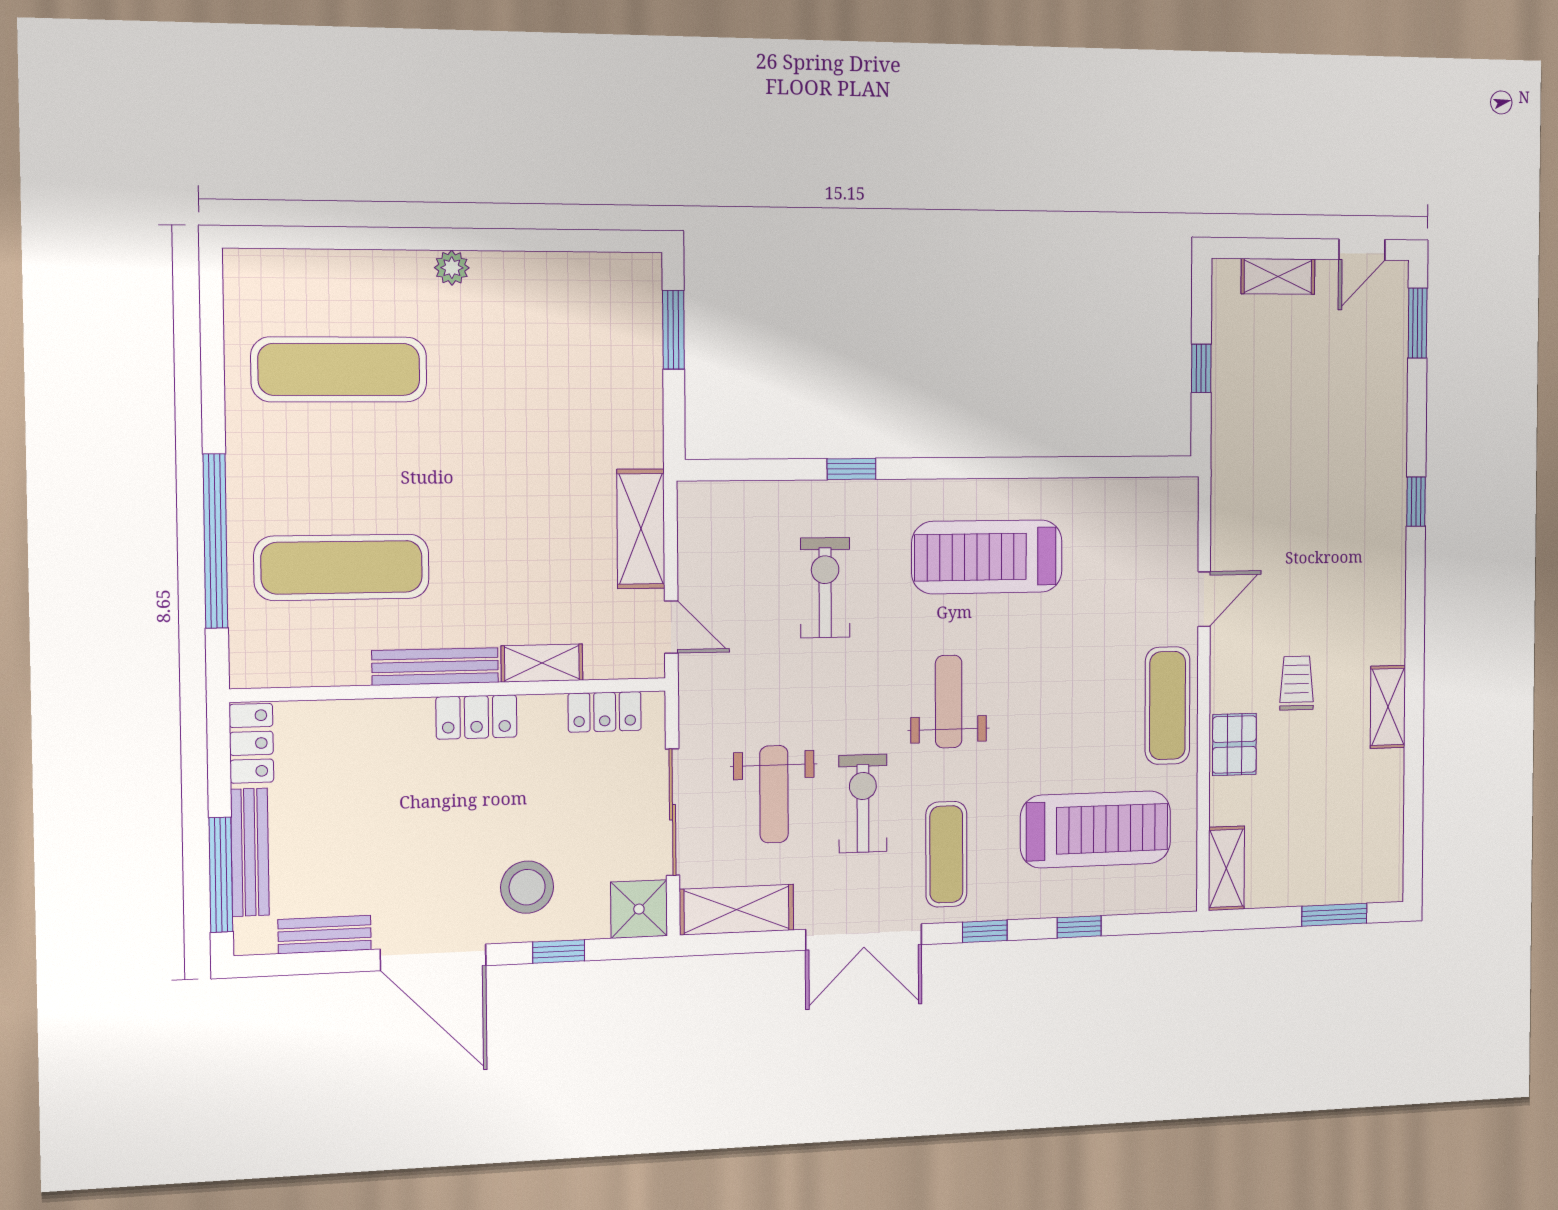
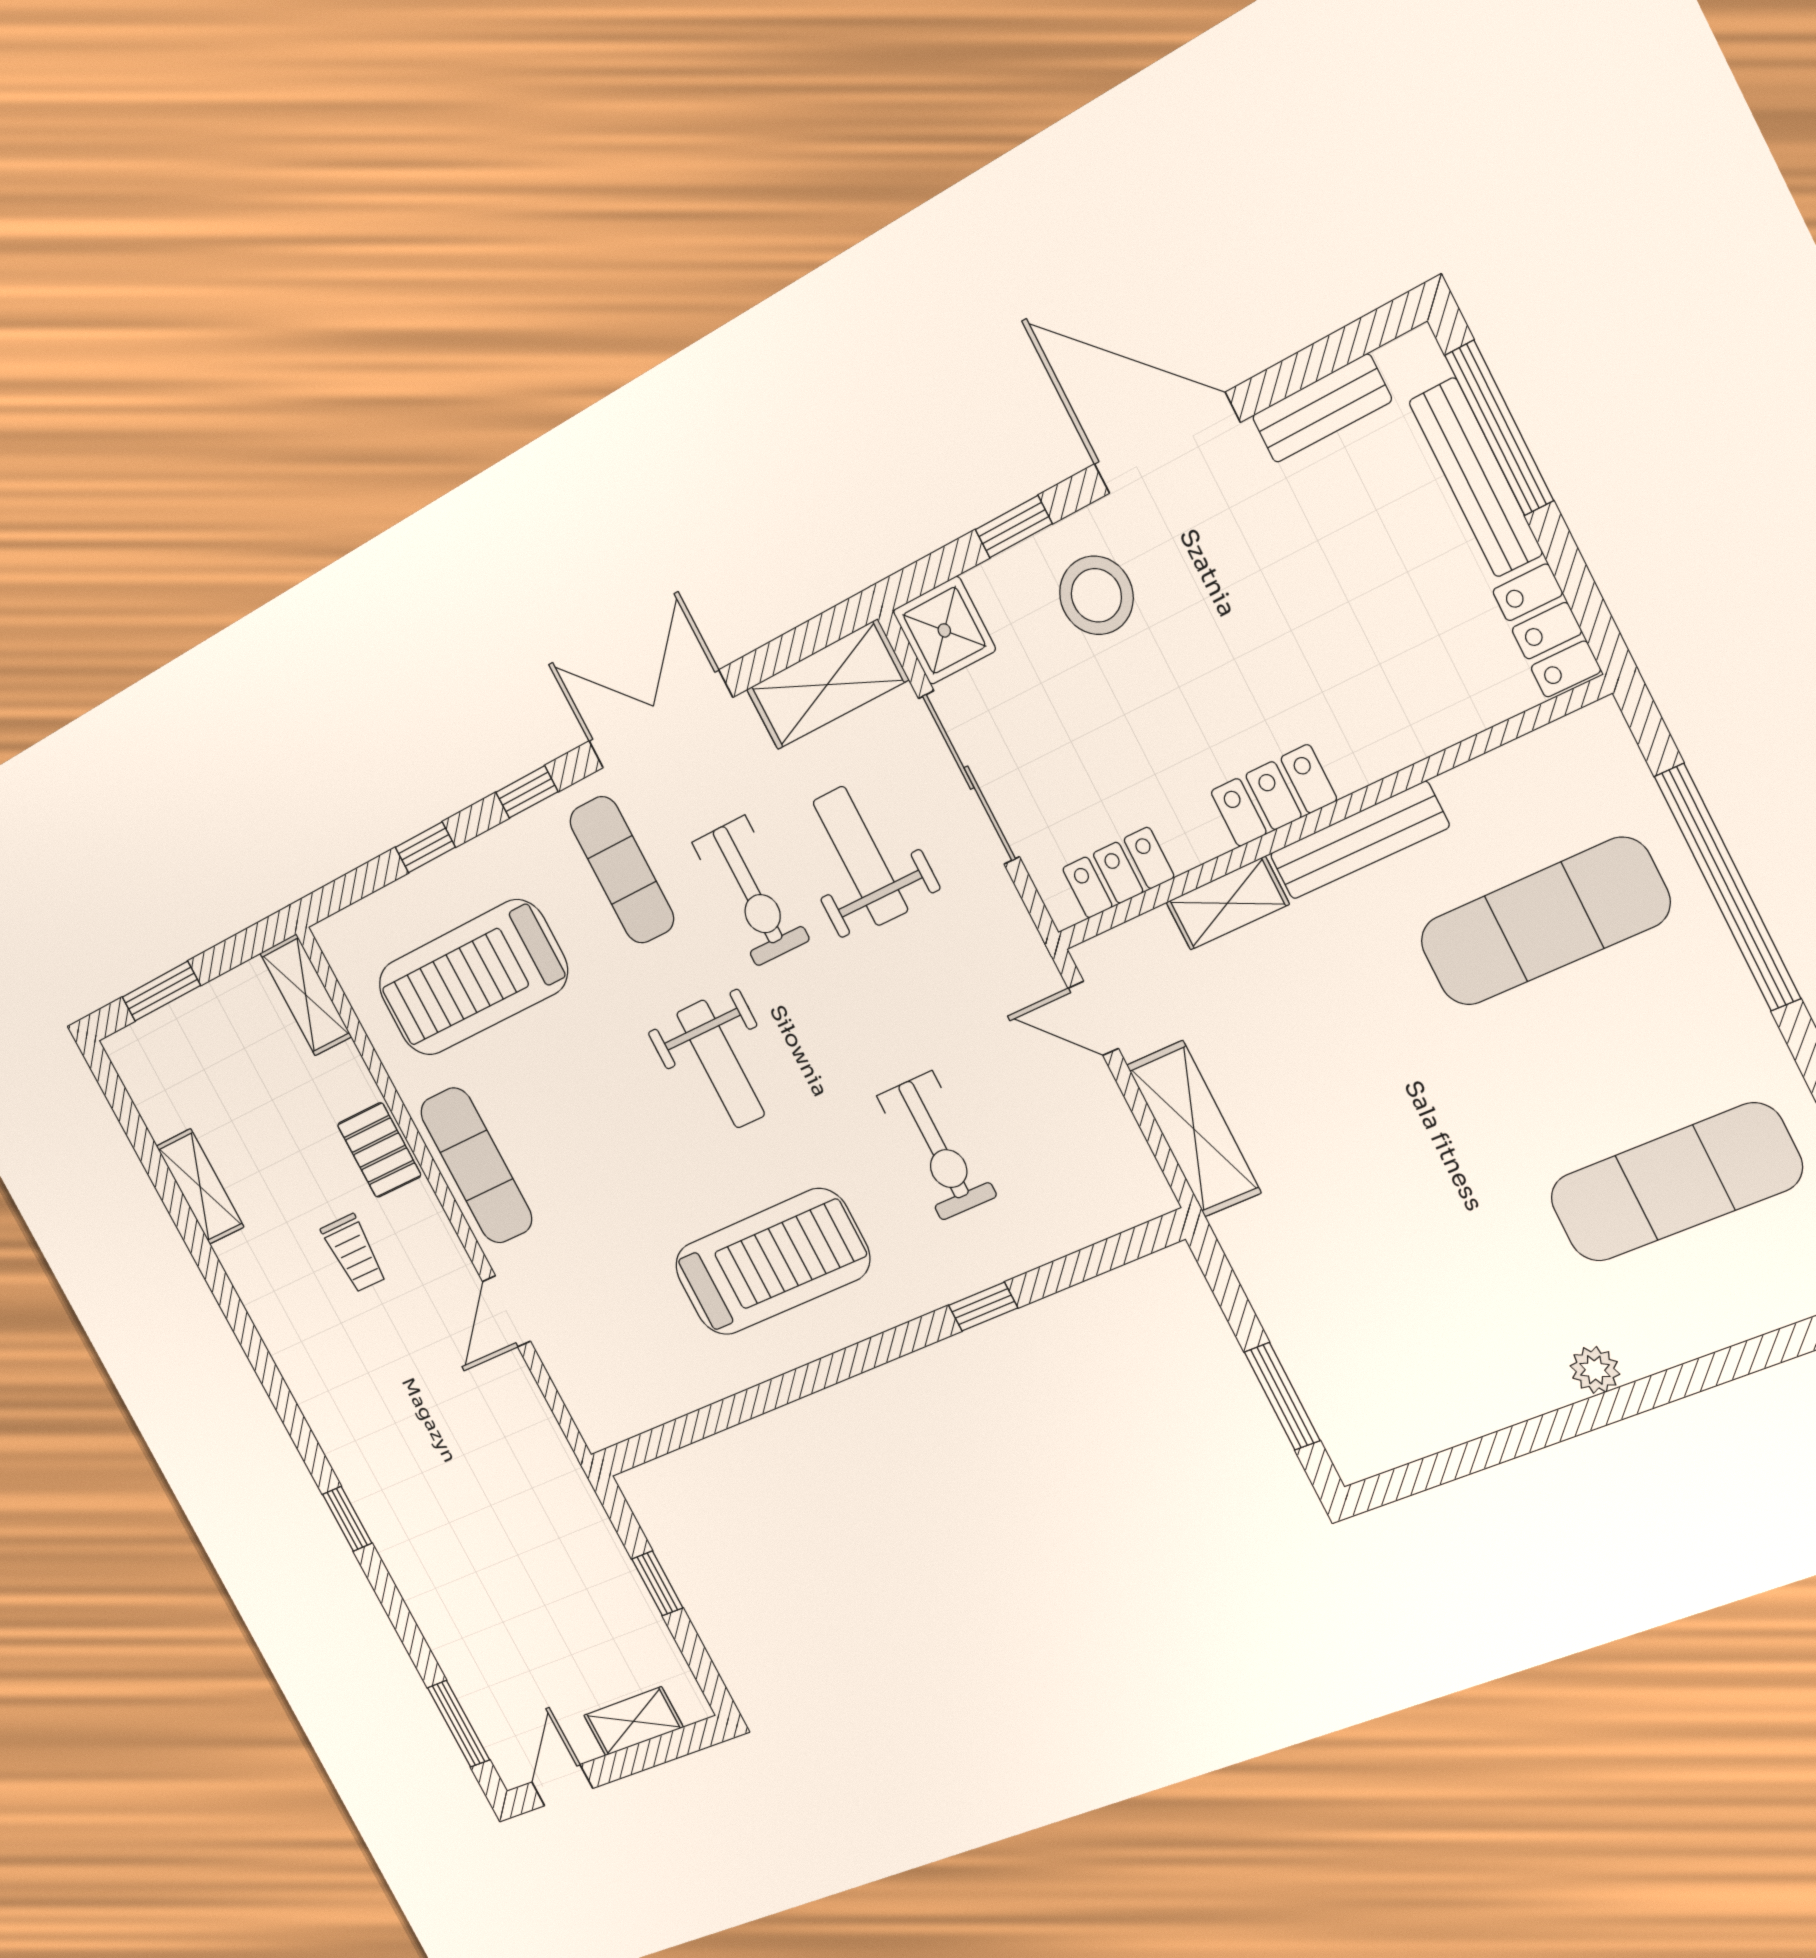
shelving: (1388, 707) -> (200, 1187), moved

